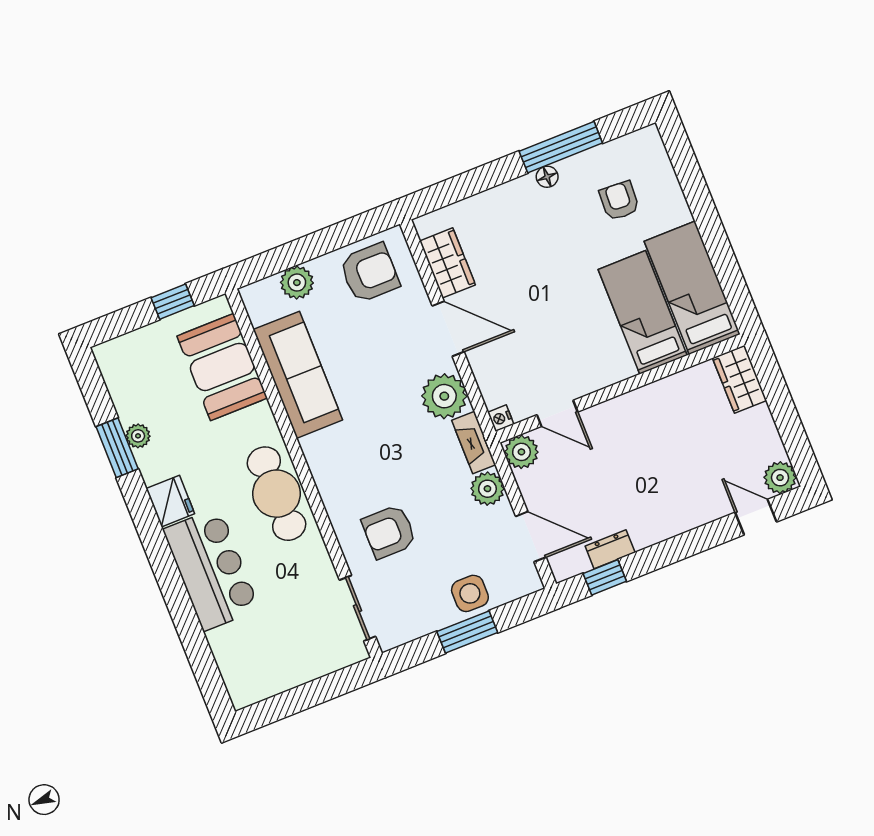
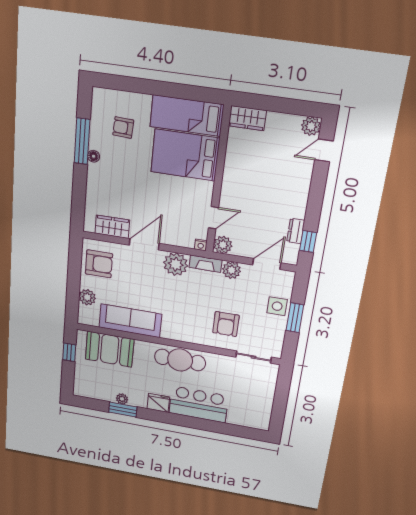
armchair: (370, 273) -> (99, 264), turned 90
bed: (643, 312) -> (185, 155), width x1.50

